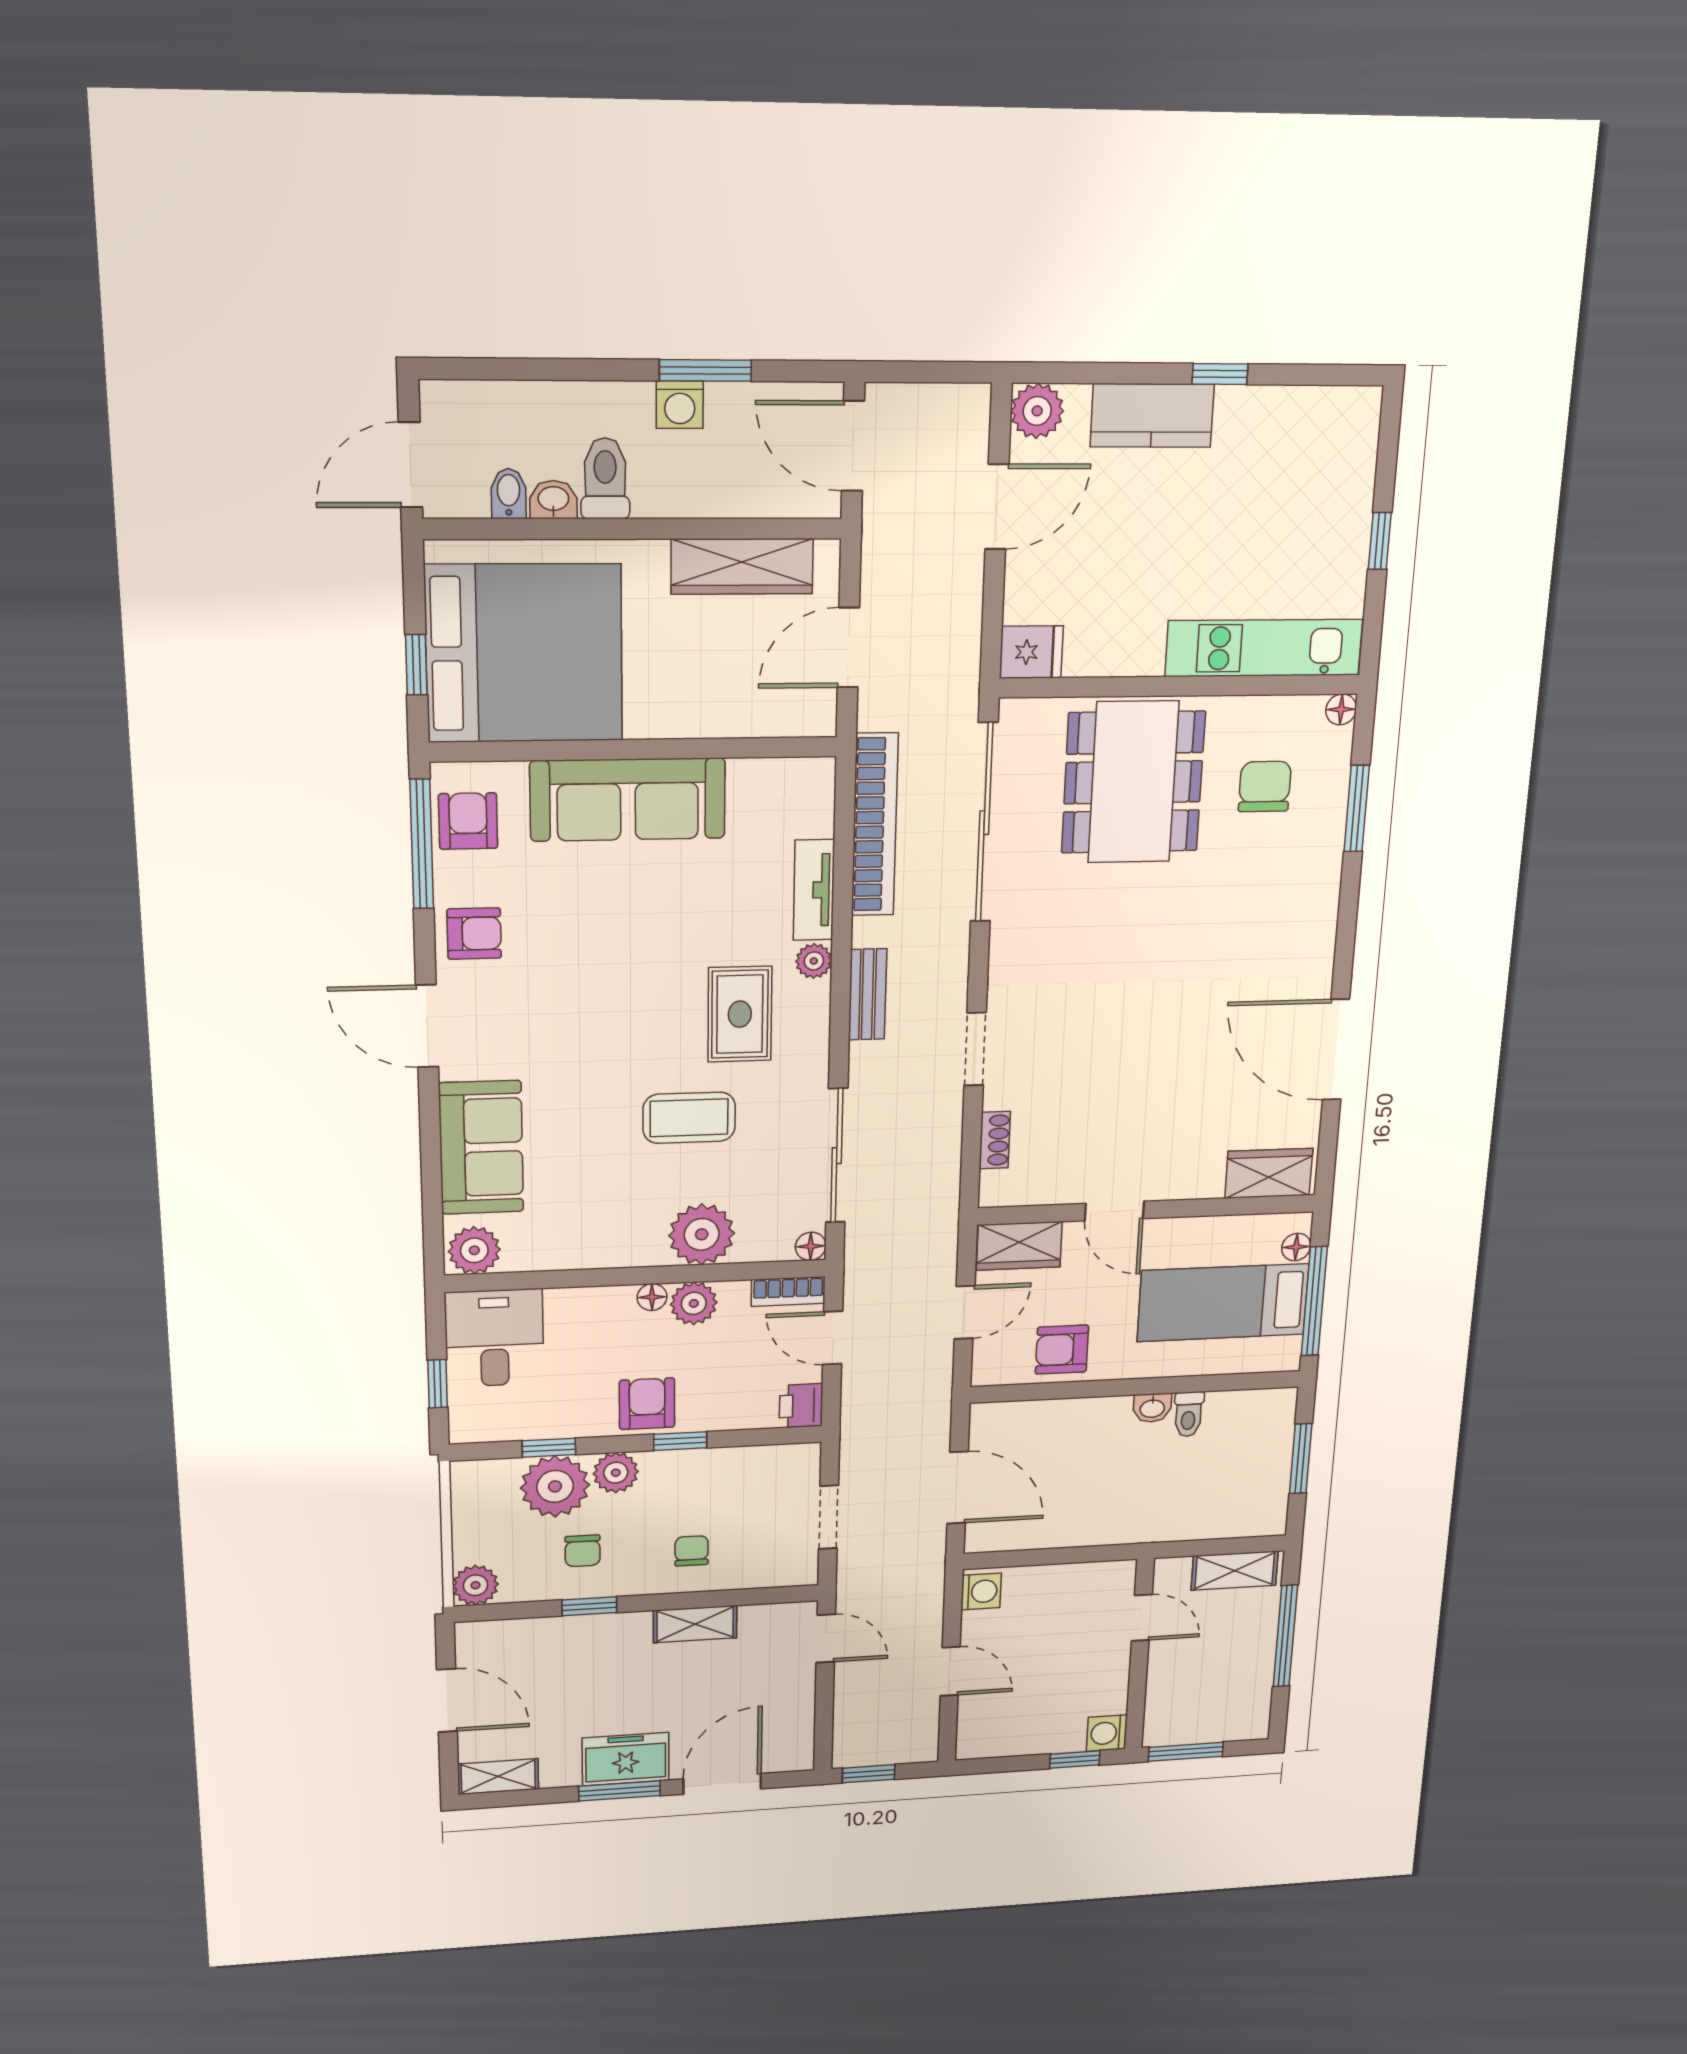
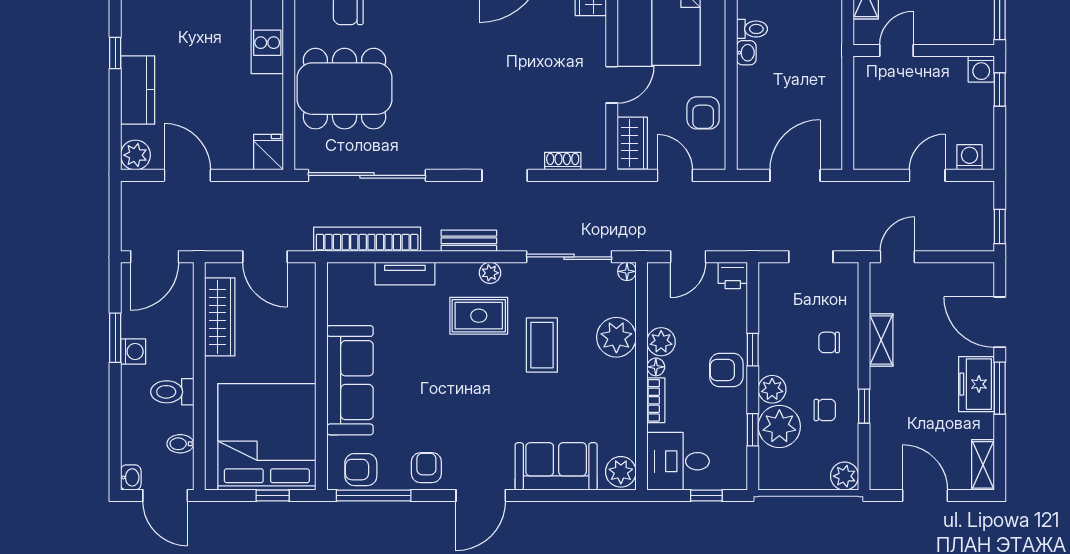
washbasin: (553, 500) -> (131, 477), moved, turned 180
plant: (814, 961) -> (490, 273), moved
bookcase: (788, 1291) -> (656, 400), moved
washing machine: (981, 1591) -> (970, 157), moved
door: (447, 1700) -> (925, 496), hinge flipped

